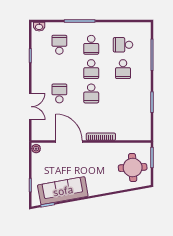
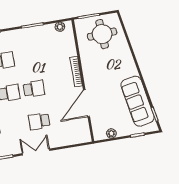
double door: (30, 107) -> (36, 152), moved
plant: (146, 128) -> (60, 27), added
plant: (36, 149) -> (111, 133), moved

